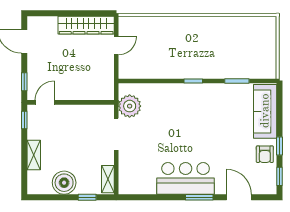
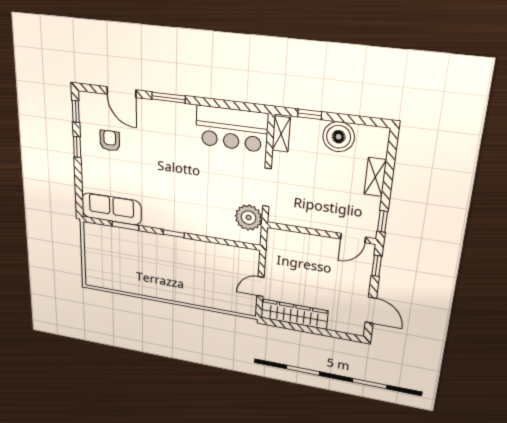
sofa: (265, 111) -> (111, 209), moved, turned -90
armchair: (265, 154) -> (110, 141), moved
bar counter: (186, 178) -> (232, 129), moved

